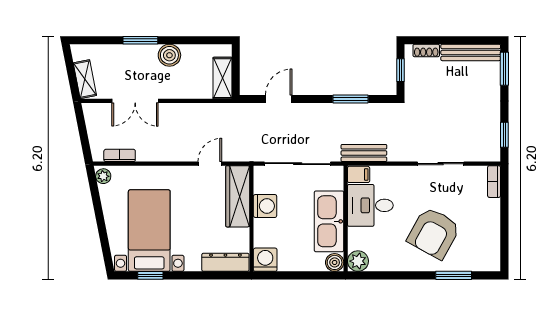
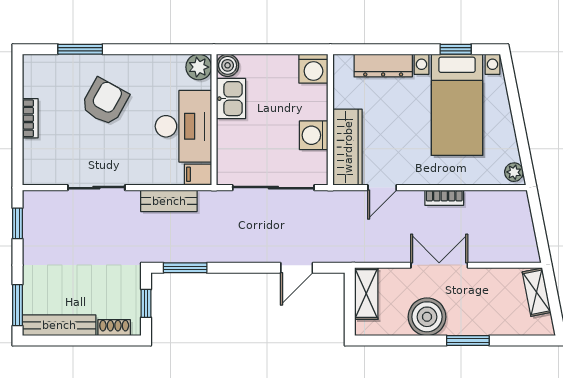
boiler: (169, 55) -> (427, 317), width x1.37, depth x1.37
window: (351, 99) -> (185, 268), moved
double door: (135, 101) -> (439, 265), moved
bench: (364, 153) -> (169, 201), moved
bookcase: (120, 155) -> (444, 198), moved
bookcase: (494, 182) -> (30, 118), moved
desk: (370, 205) -> (183, 126), width x1.37
kitchen sink: (329, 221) -> (231, 99), width x0.53, depth x0.81
armchair: (434, 233) -> (105, 102), width x0.73, depth x0.73
dresser: (225, 262) -> (383, 66), moved

